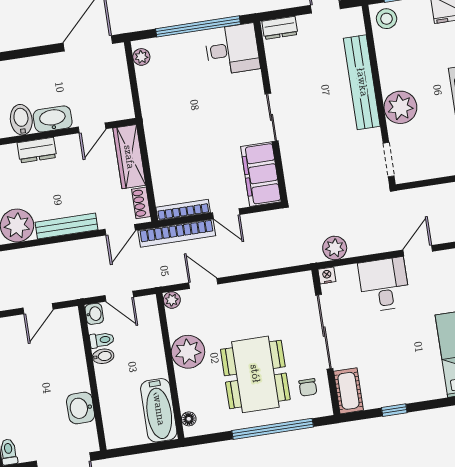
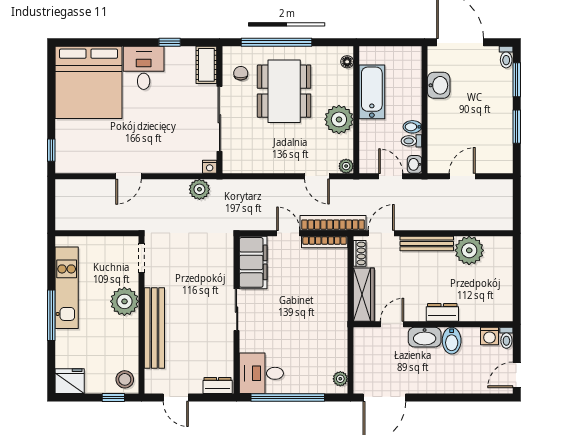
desk: (384, 284) -> (144, 68), moved, turned 180
bathtub: (159, 410) -> (372, 92), moved

